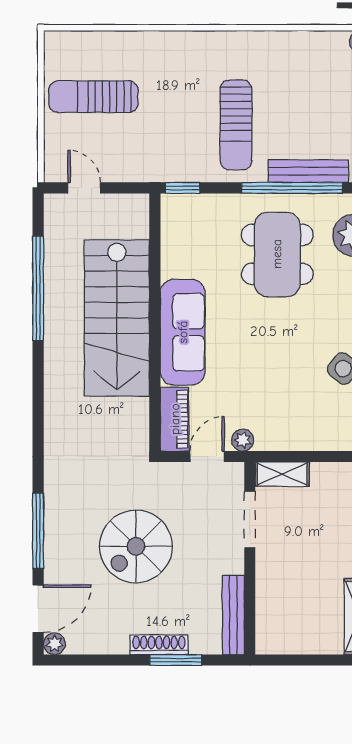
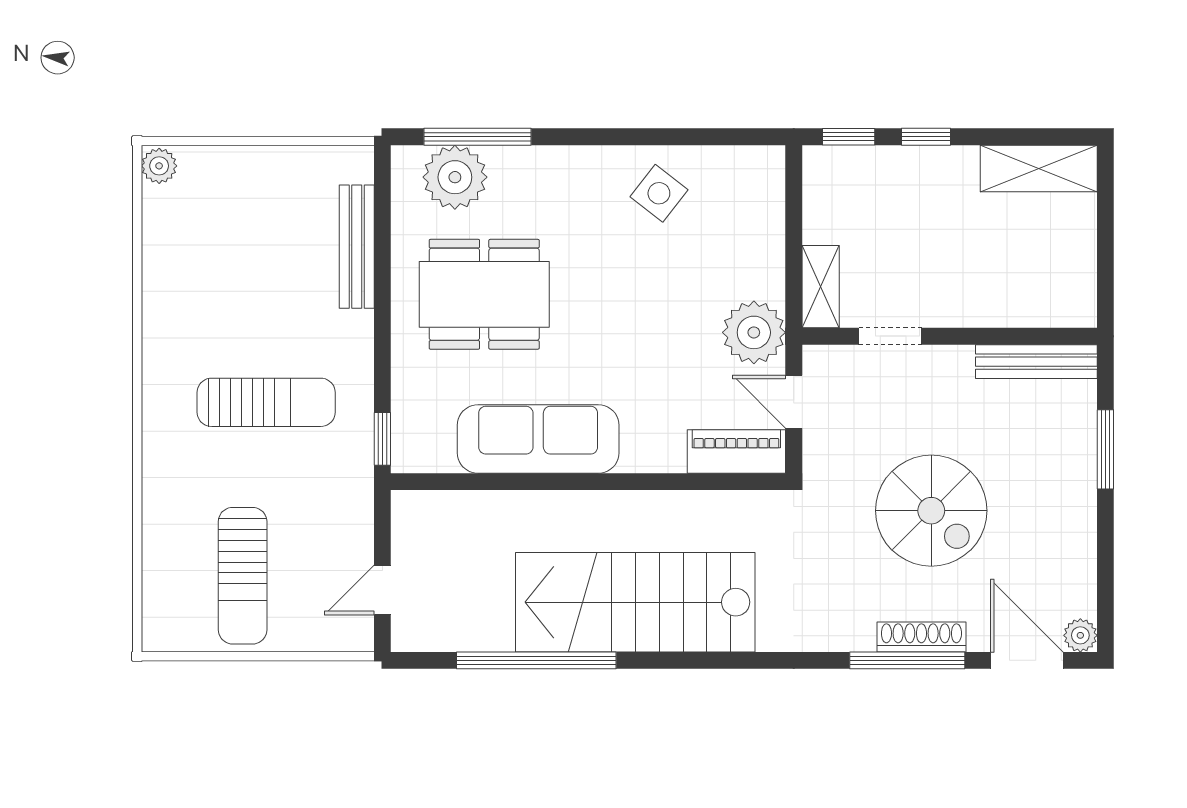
sun lounger: (236, 125) -> (266, 402), moved
window: (292, 188) -> (382, 272), removed
stairs: (117, 318) -> (635, 602), moved, turned 180
sofa: (183, 332) -> (538, 439), moved
plant: (243, 440) -> (754, 332), width x1.87, depth x1.87
doorway: (250, 520) -> (890, 336), width x0.73
shoe rack: (159, 645) -> (921, 637), moved, turned 90

